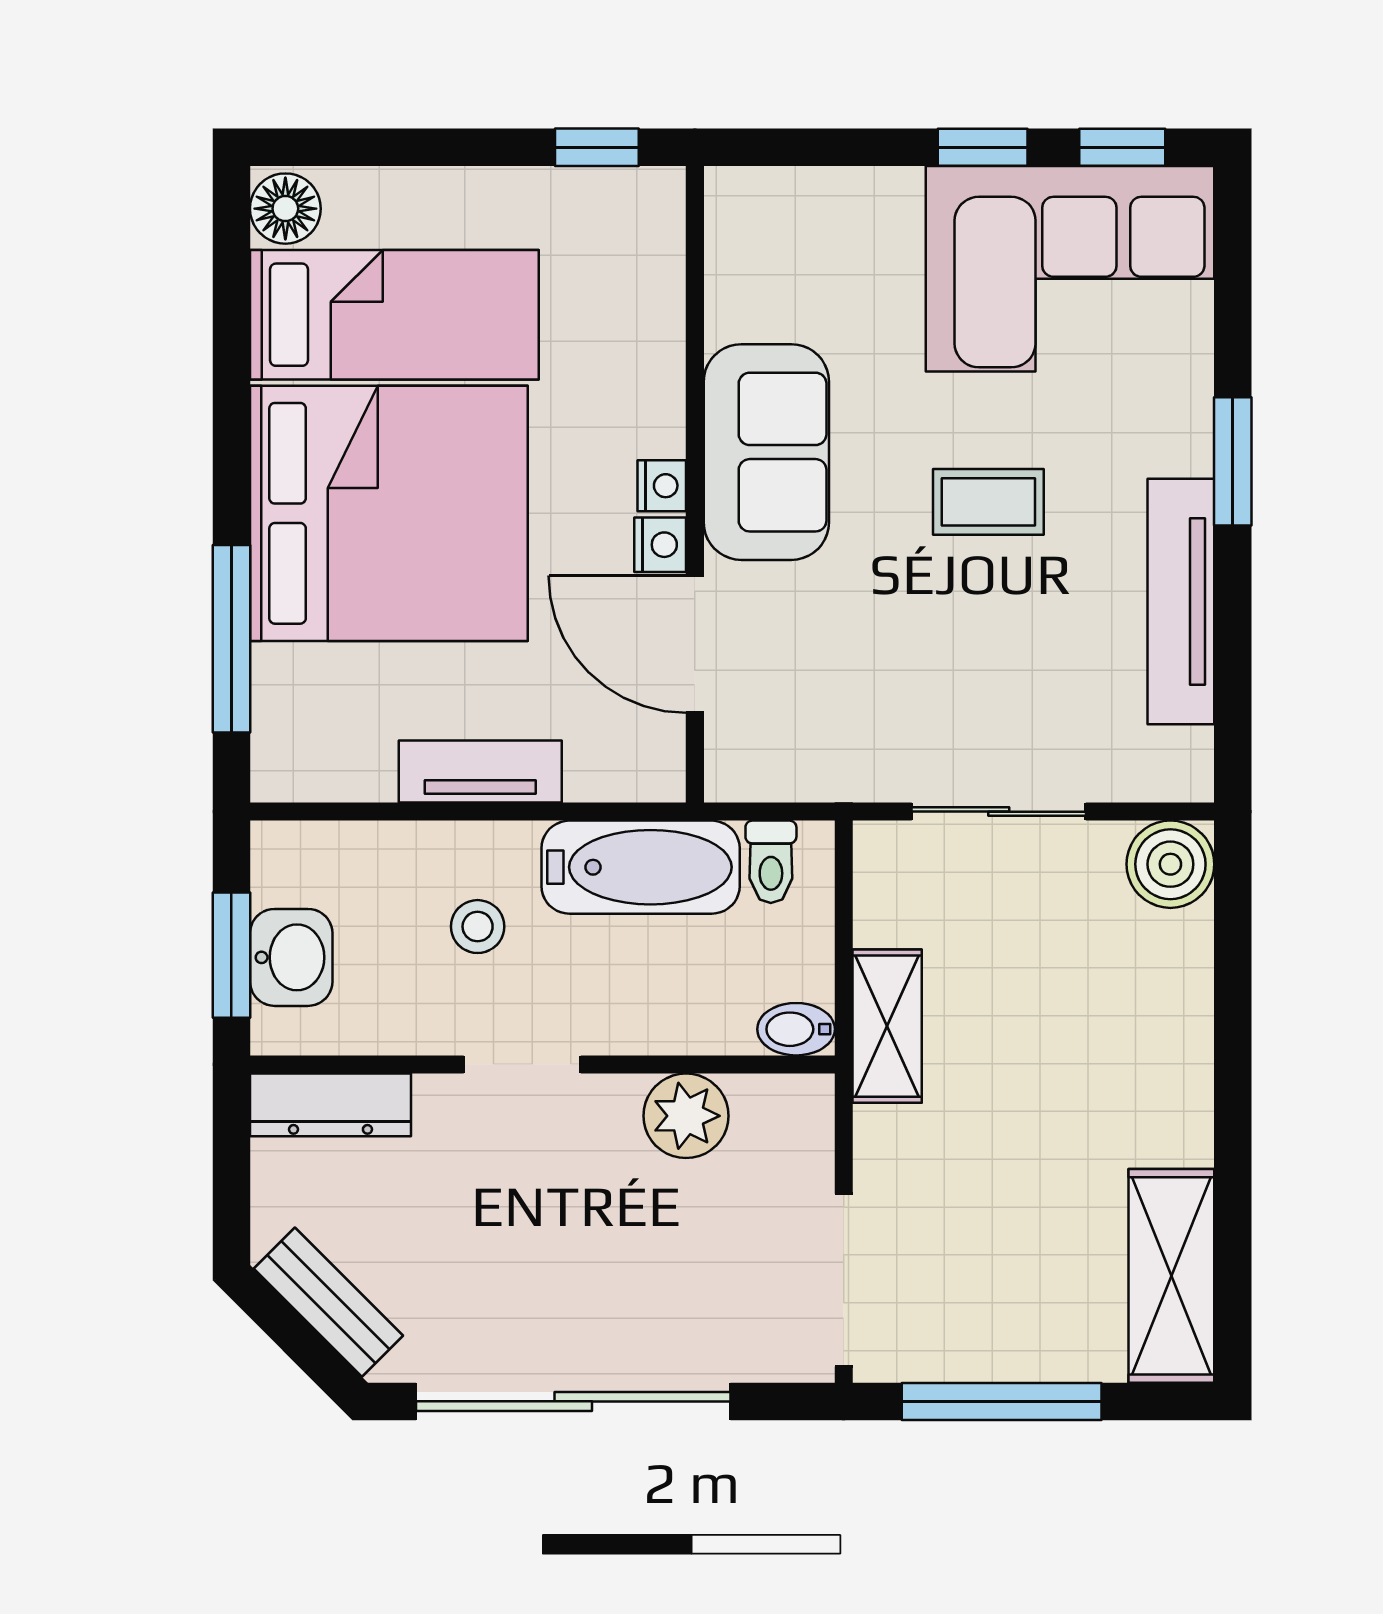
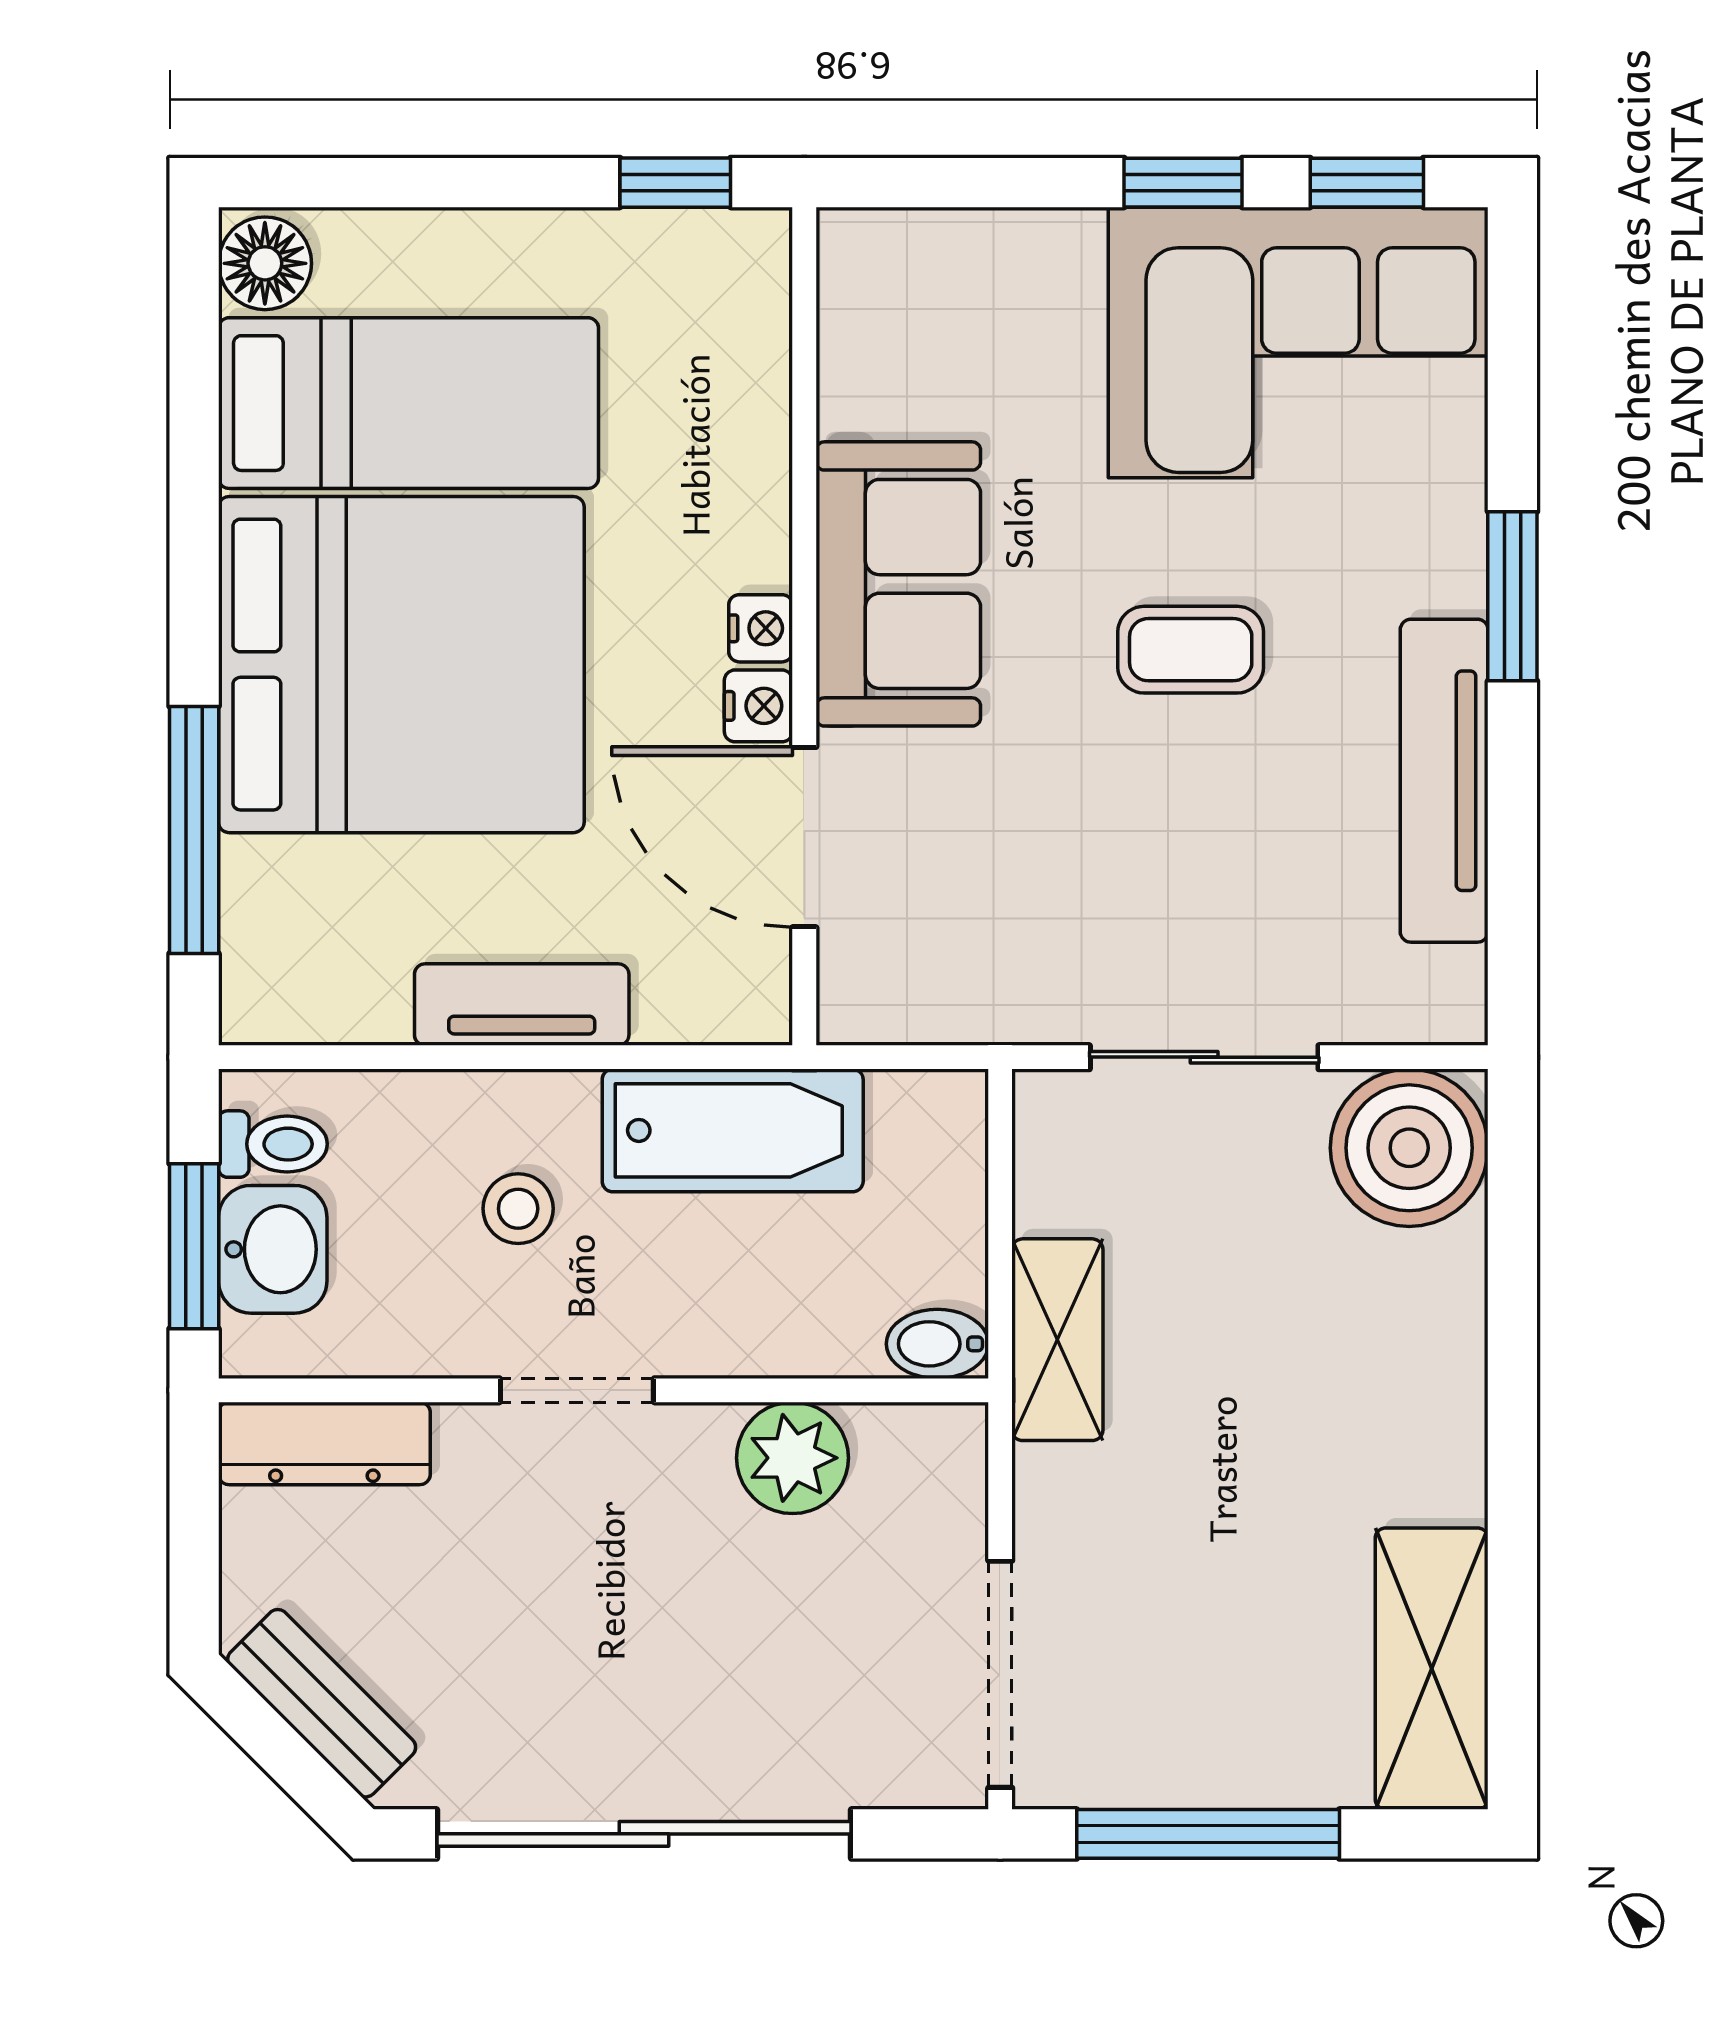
toilet: (771, 862) -> (273, 1144), moved, turned -90
boiler: (1170, 864) -> (1409, 1148), width x1.37, depth x1.37

